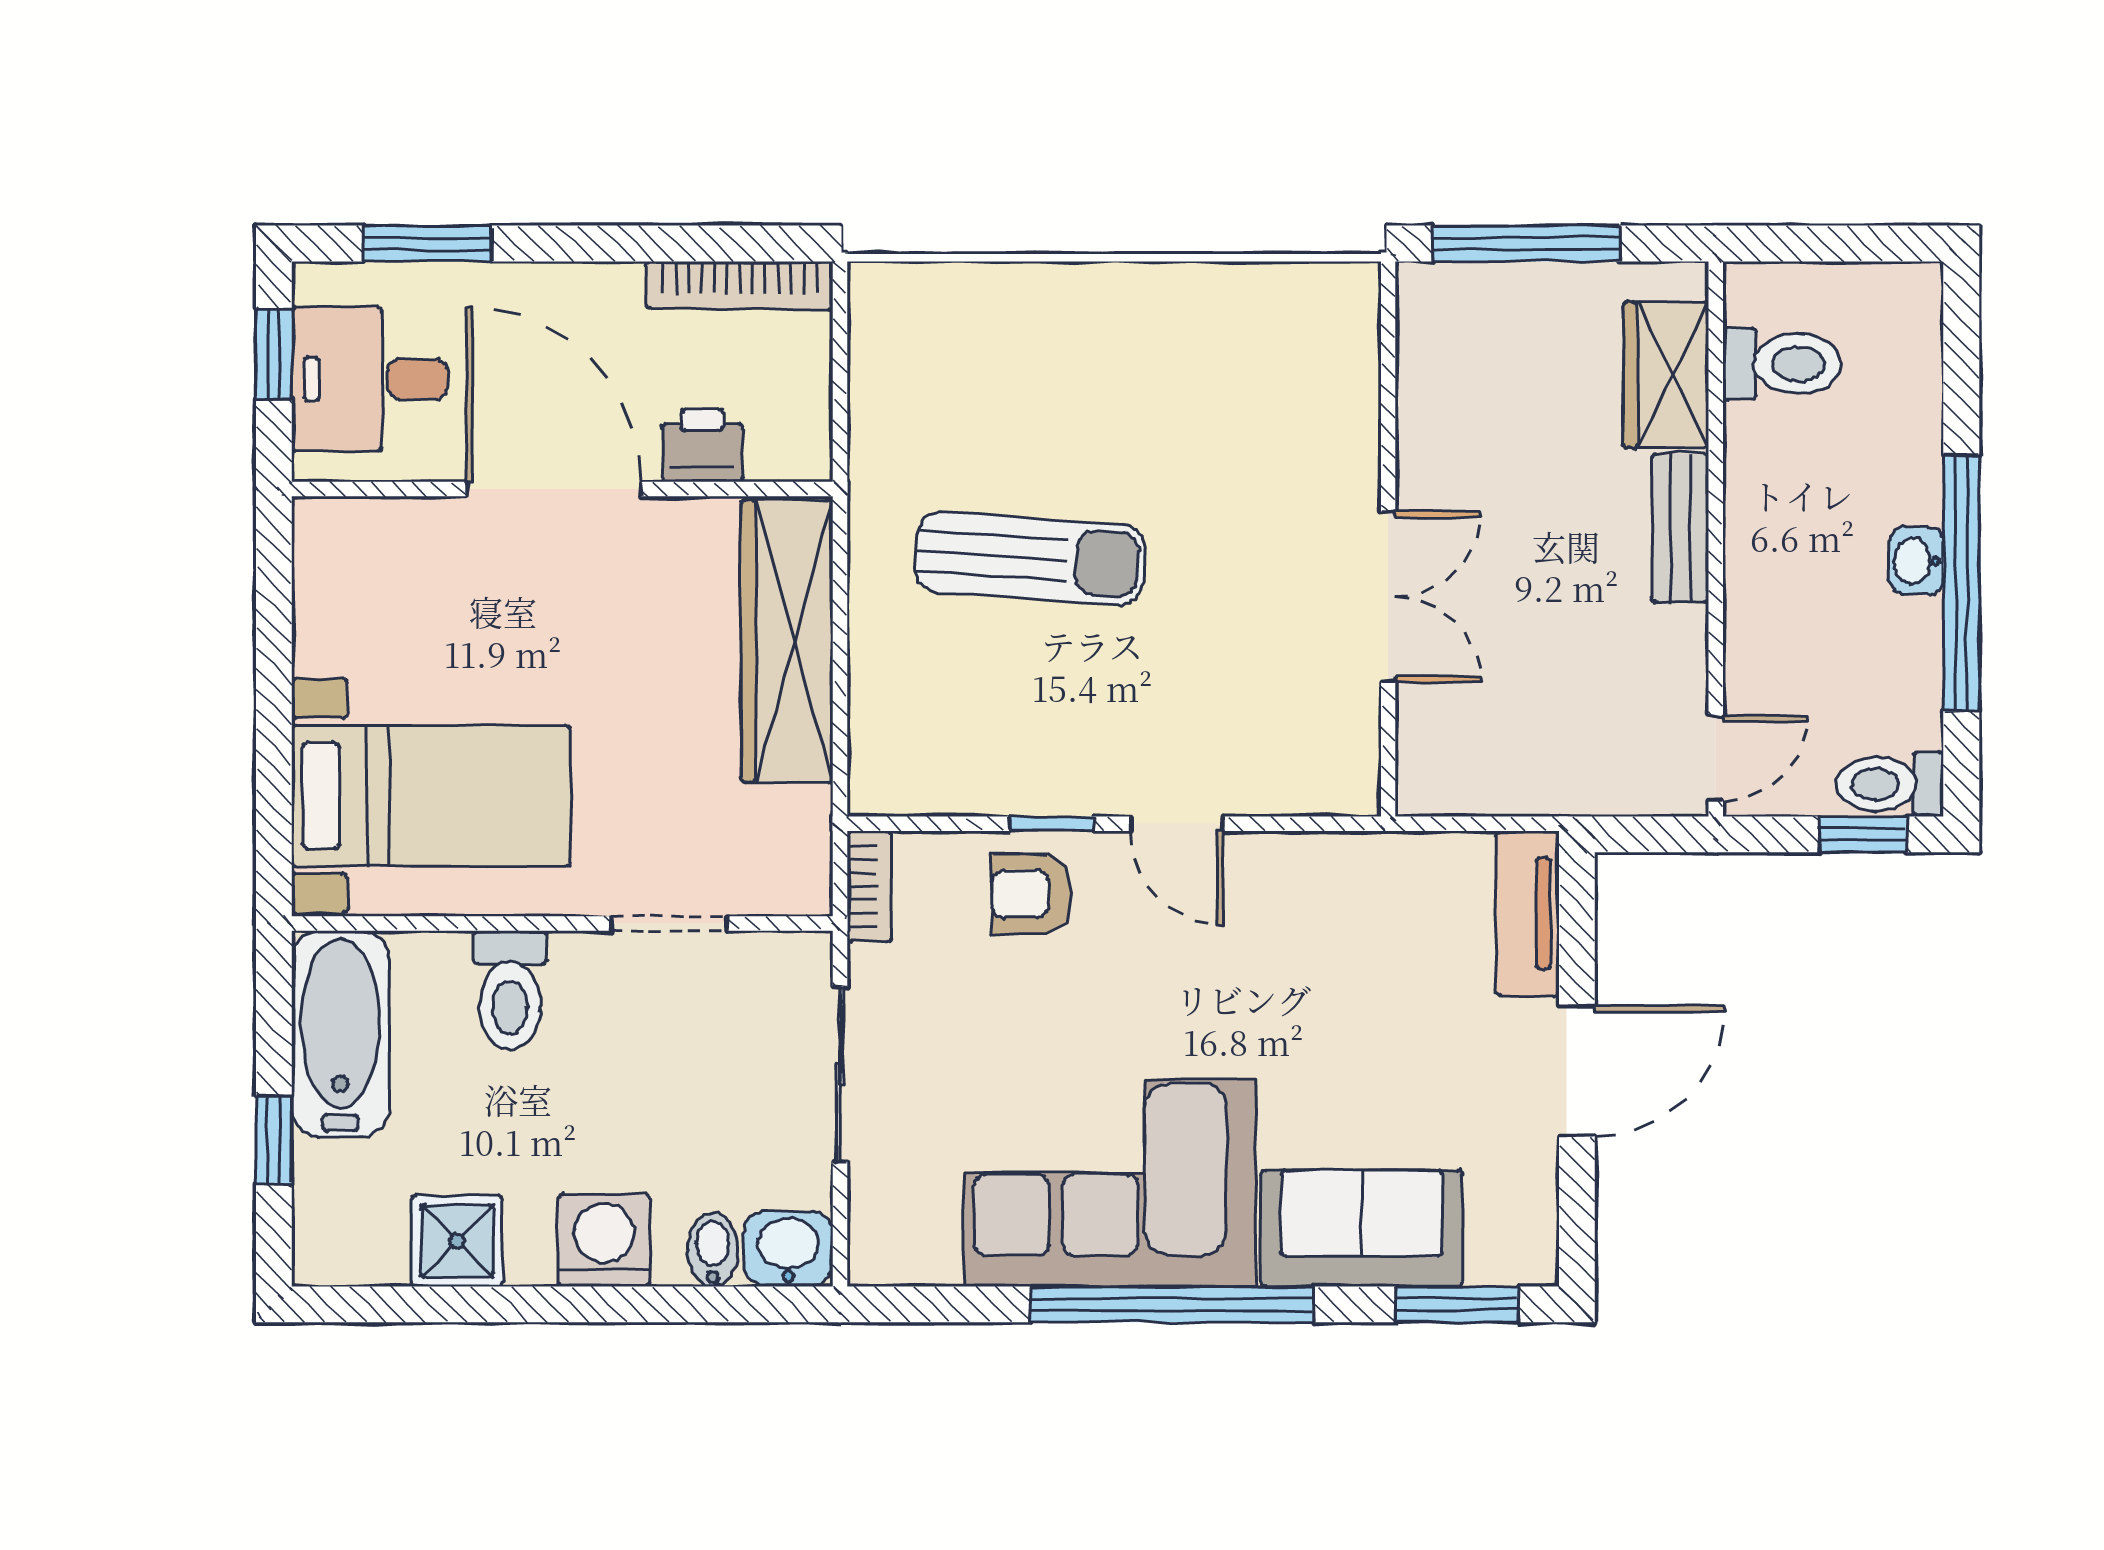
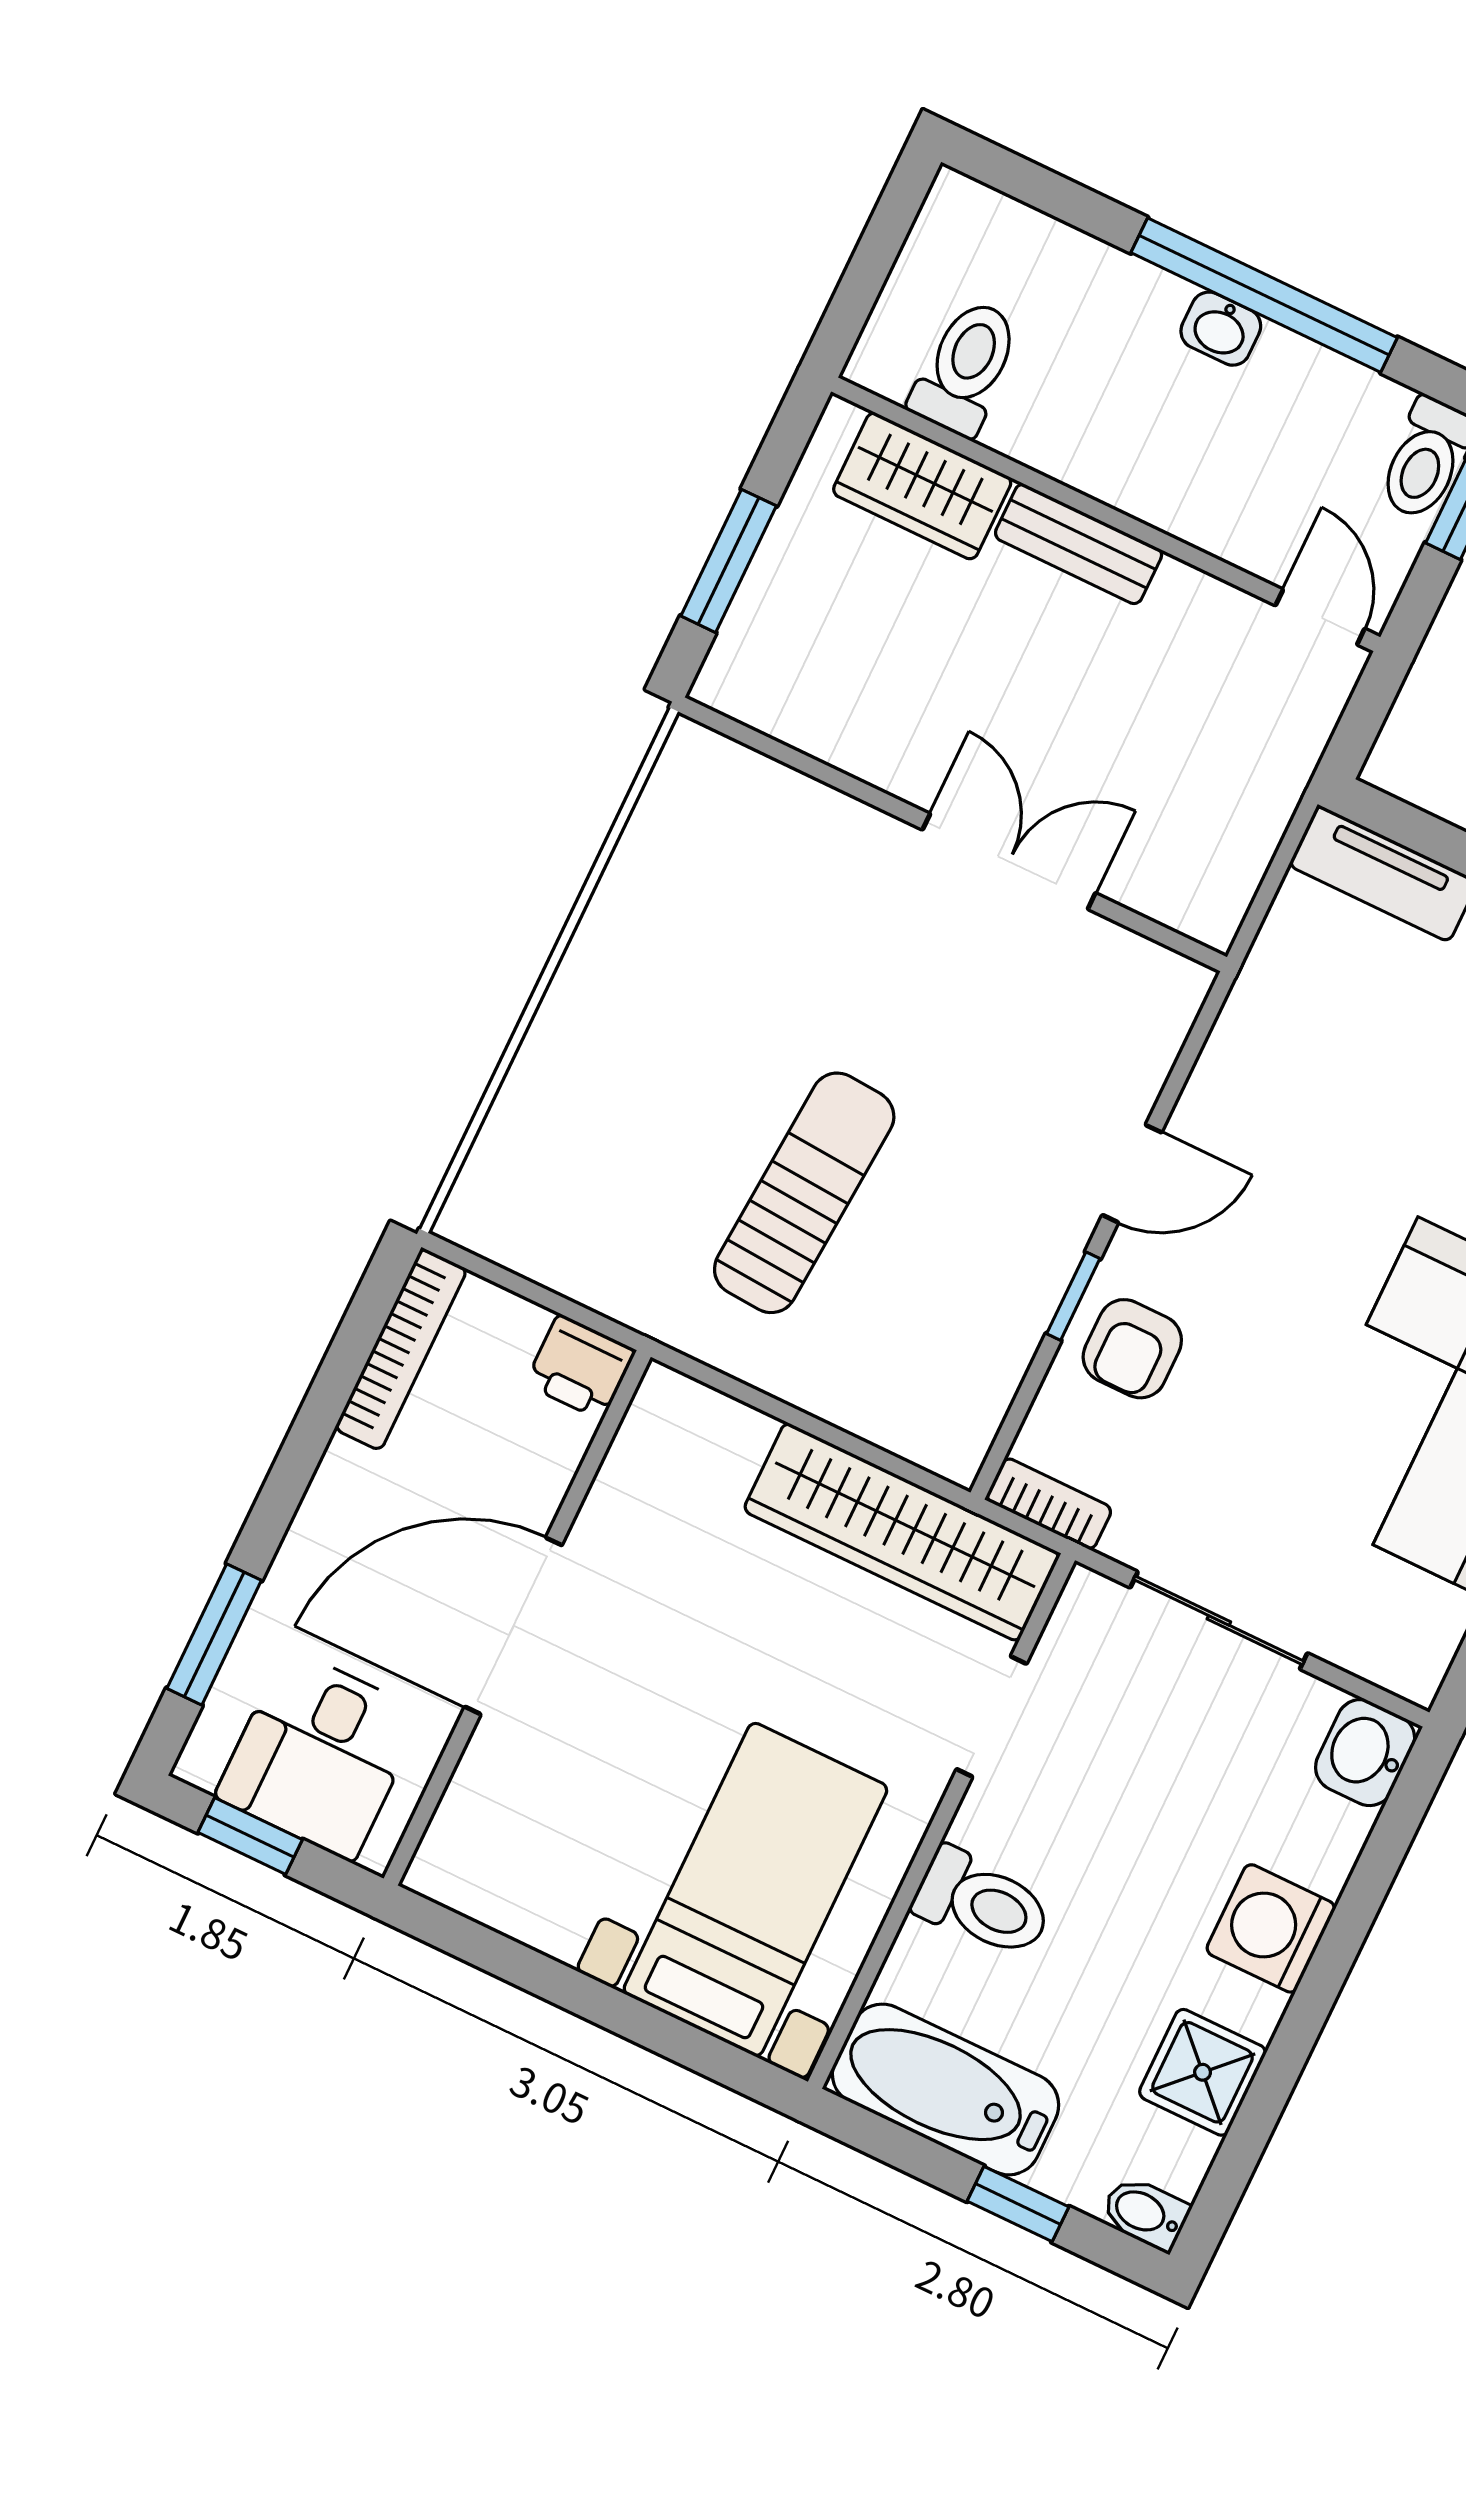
window: (1526, 243) -> (729, 561), width x0.69
printer: (702, 445) -> (580, 1367), moved, turned -90
wardrobe: (787, 641) -> (902, 1532), moved
bidet: (713, 1250) -> (1145, 2213), moved

